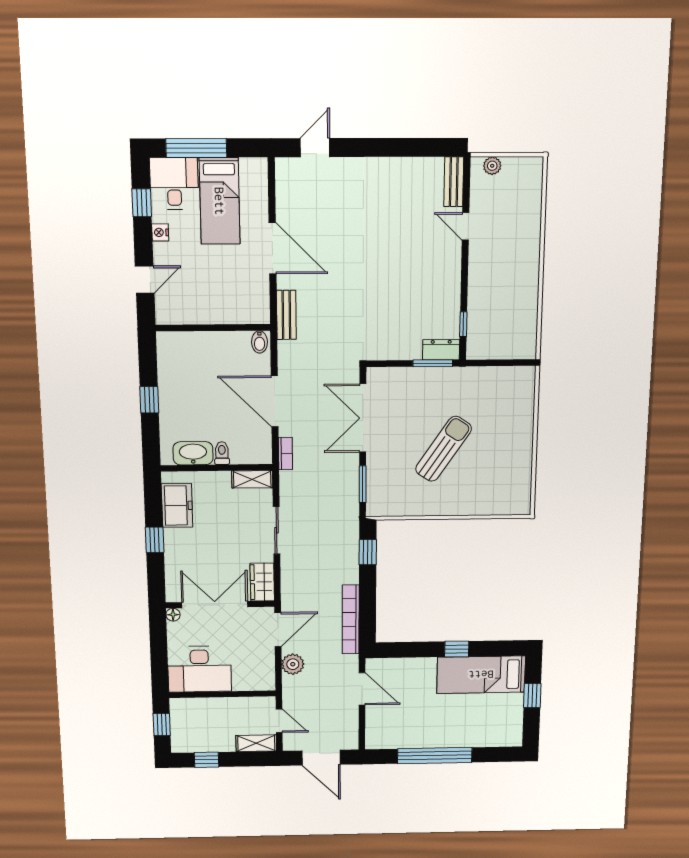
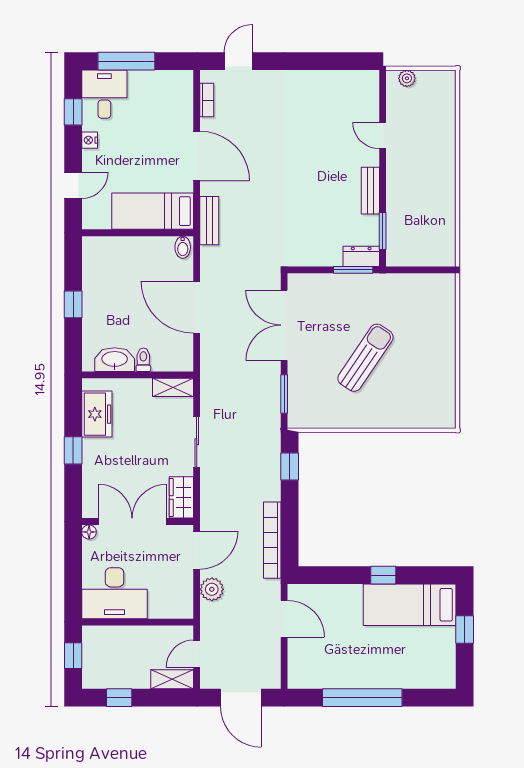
bench: (454, 182) -> (370, 191), moved
bed: (220, 201) -> (153, 211), moved, turned 90
window: (463, 324) -> (383, 231), width x1.50
bookcase: (285, 454) -> (207, 100), moved
door: (279, 721) -> (197, 654), swing flipped

